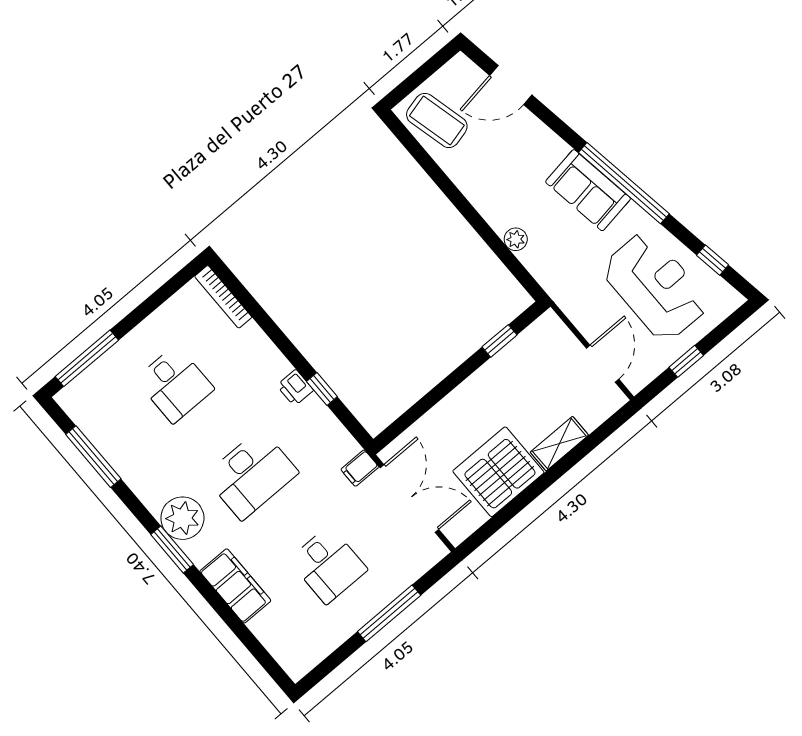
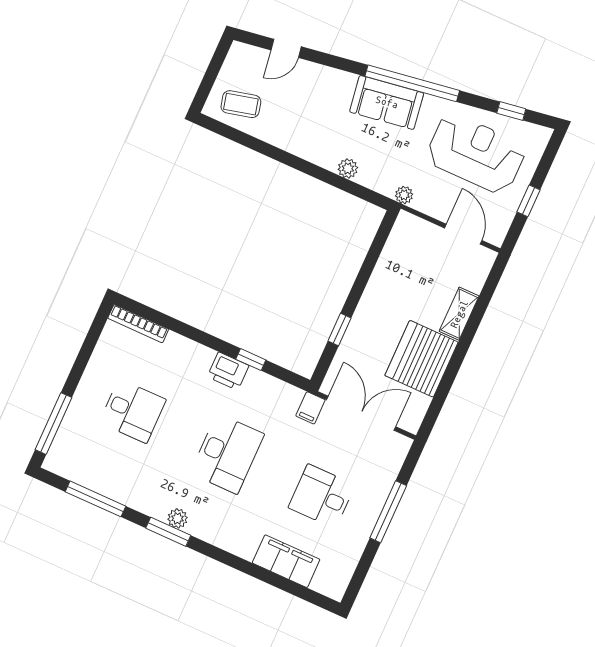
door: (511, 85) -> (286, 48), width x0.73
coffee table: (437, 120) -> (241, 104), width x0.73, depth x0.77
plant: (561, 294) -> (404, 195), added
window: (499, 341) -> (339, 330), moved
printer: (295, 388) -> (228, 371), width x1.36, depth x1.24
plant: (182, 518) -> (178, 518), width x0.53, depth x0.53
window: (172, 550) -> (168, 532), moved
desk: (328, 565) -> (322, 496), turned 180
filing cabinet: (235, 586) -> (286, 561), moved

